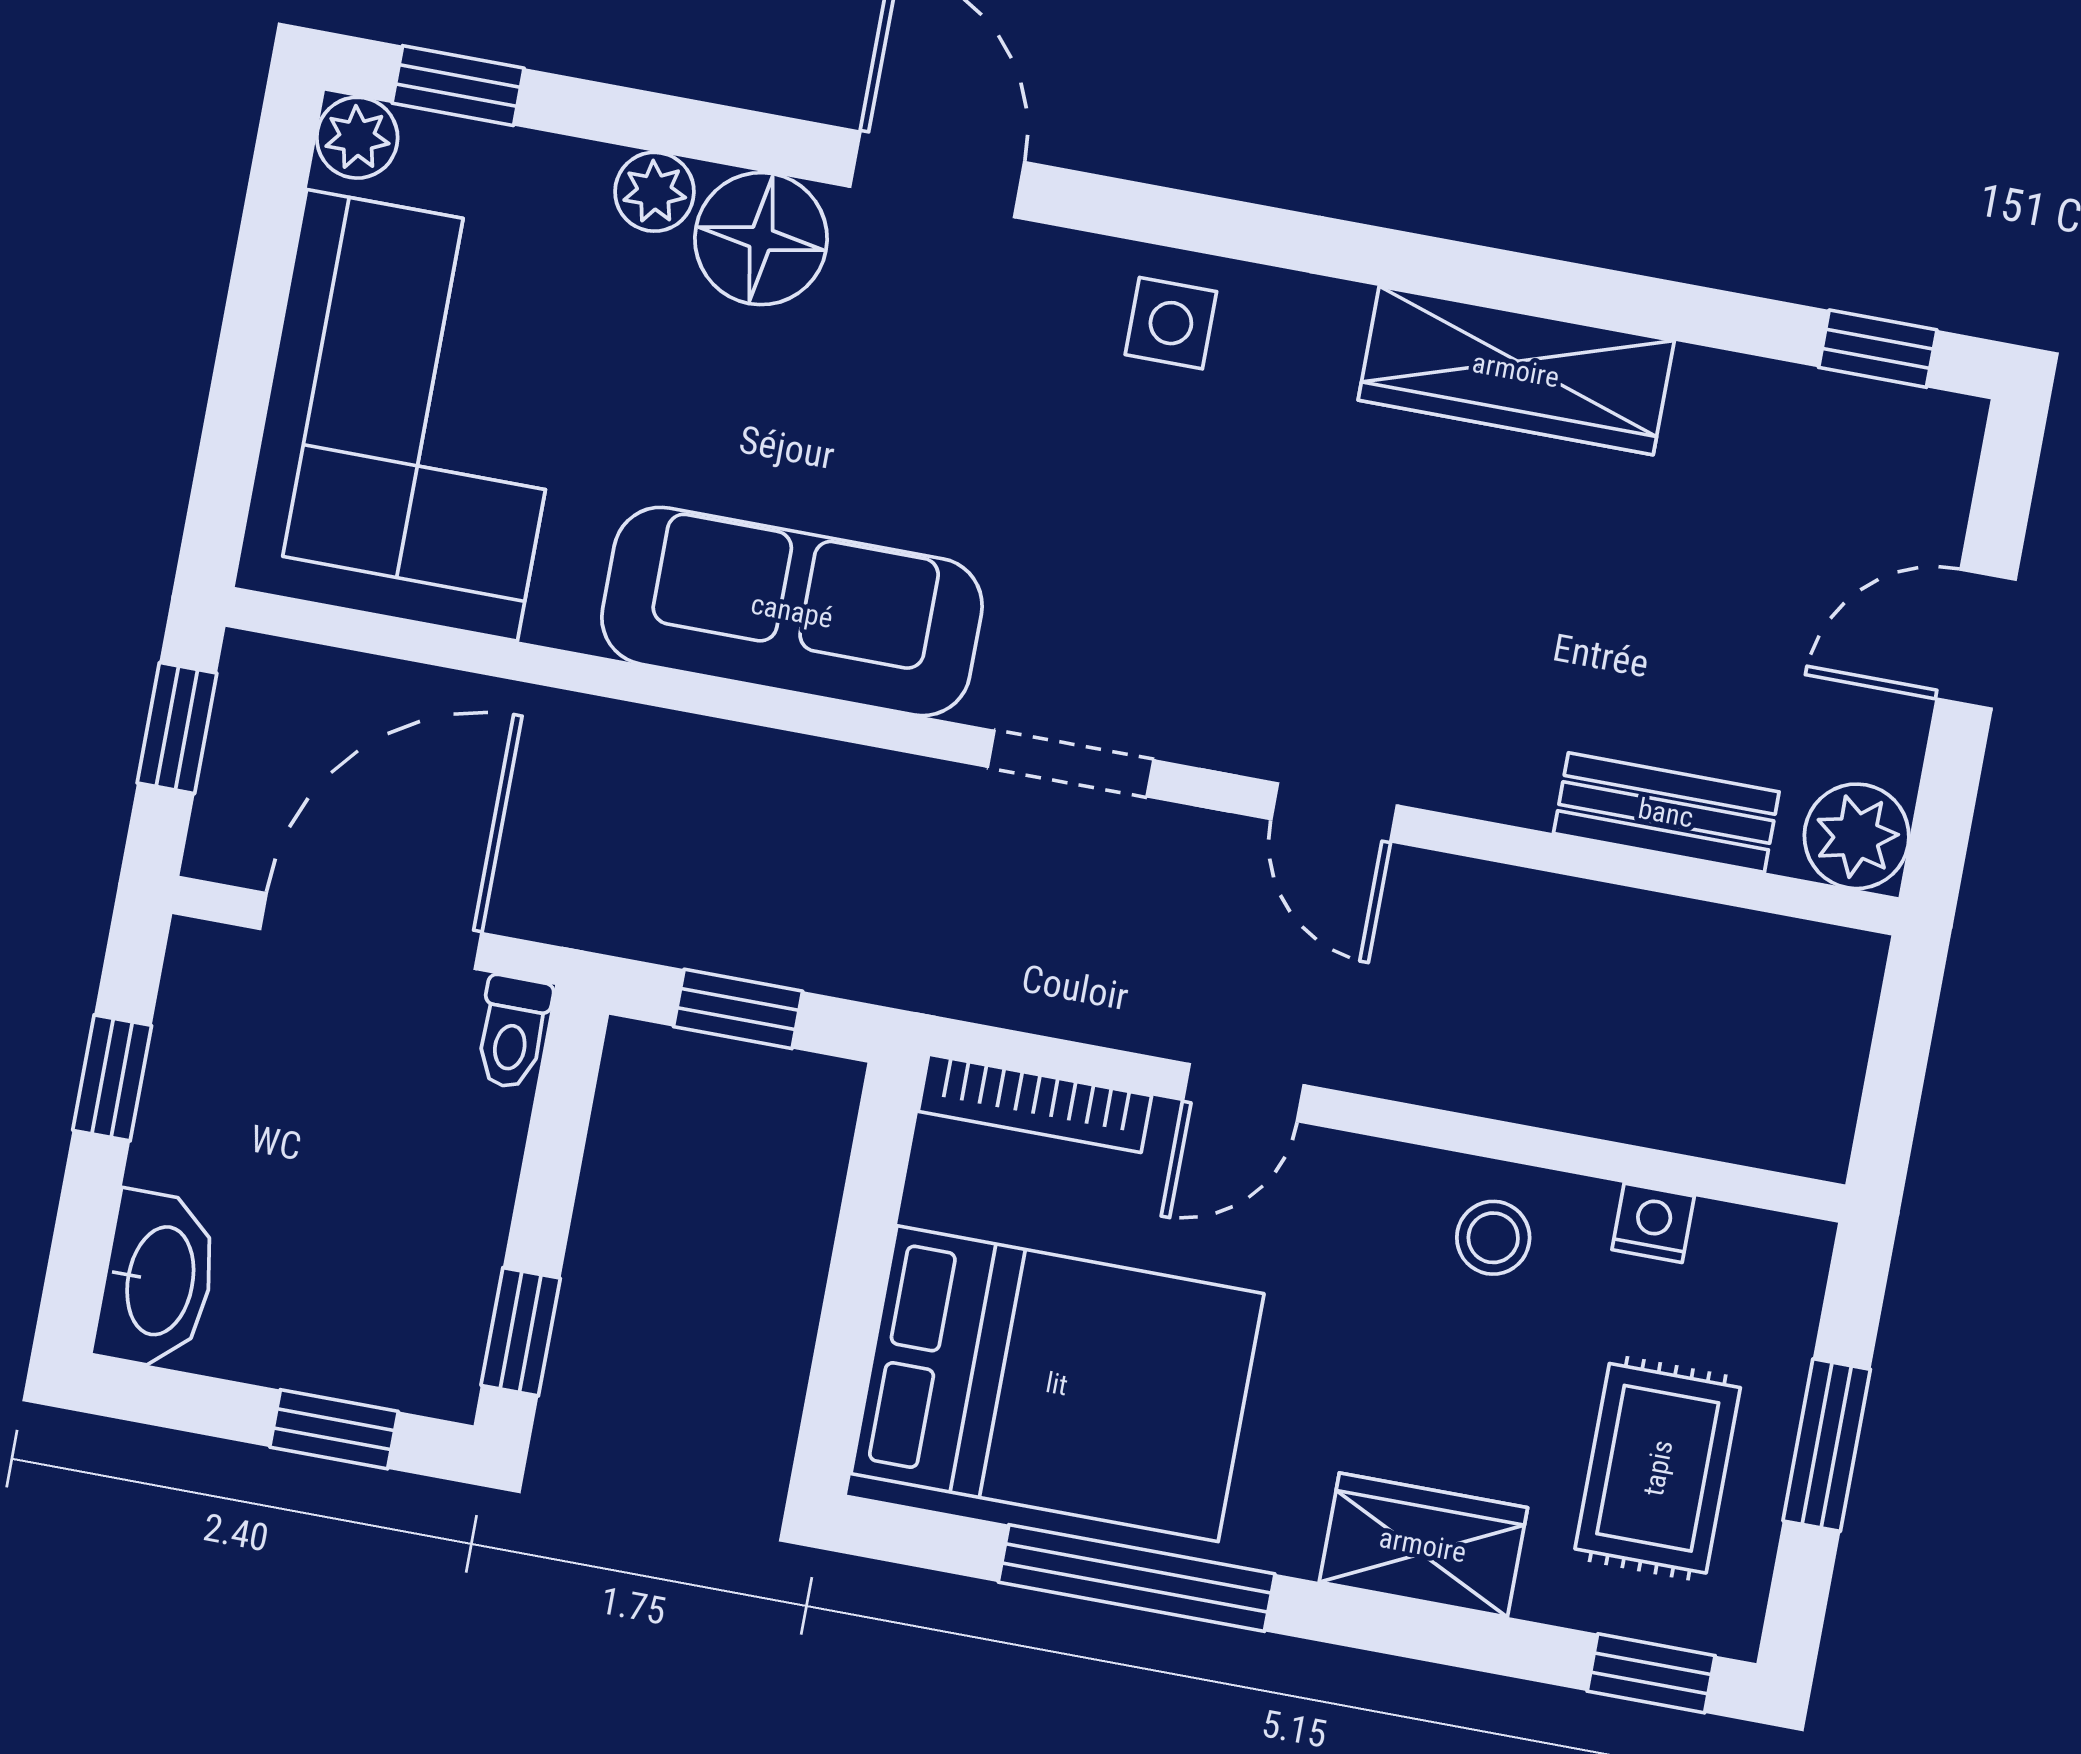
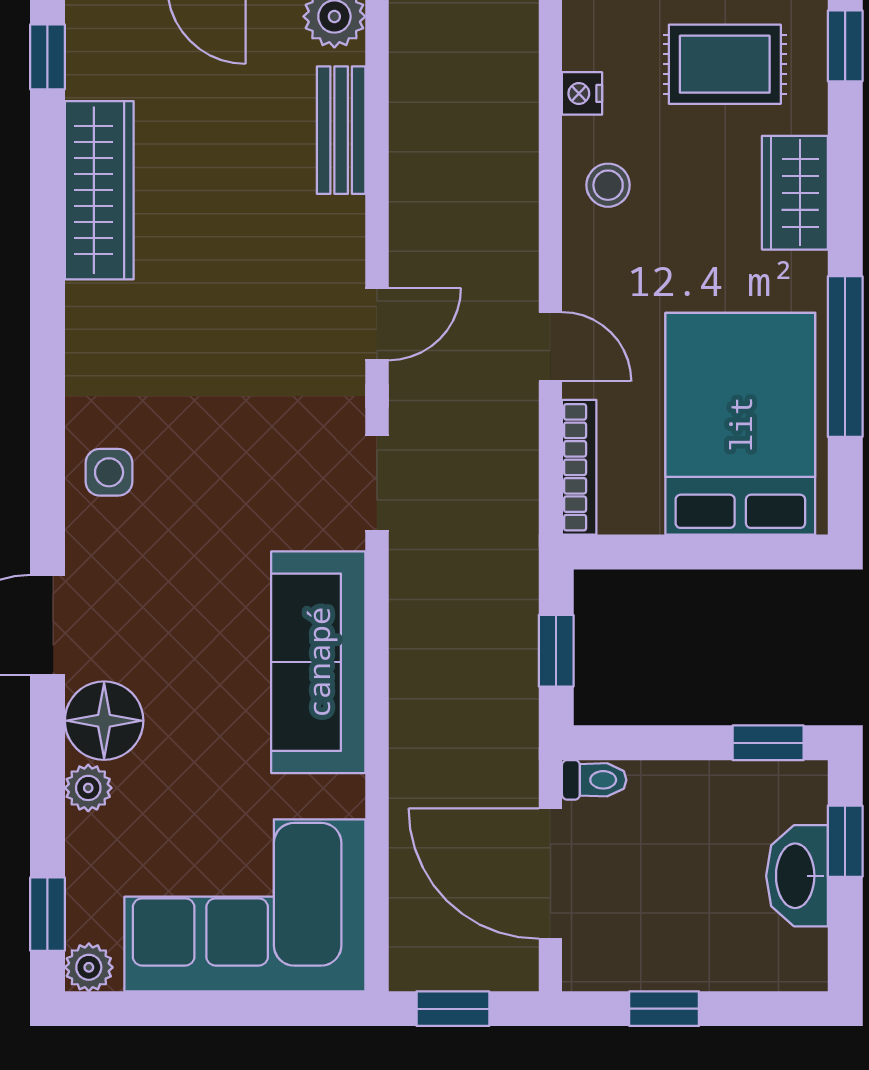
wardrobe: (1516, 370) -> (99, 190), moved
washbasin: (157, 1280) -> (797, 876), moved, turned -90

